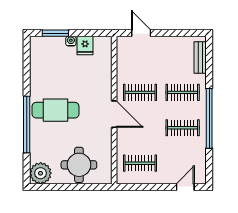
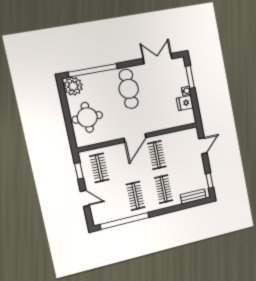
window: (185, 33) -> (210, 181), added
double door: (27, 69) -> (158, 59), added
window: (209, 118) -> (125, 221), moved
window: (27, 125) -> (93, 70), moved
window: (138, 187) -> (79, 171), added
door: (185, 187) -> (85, 198), moved

